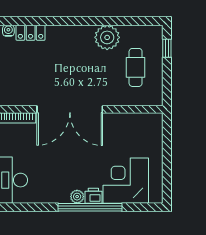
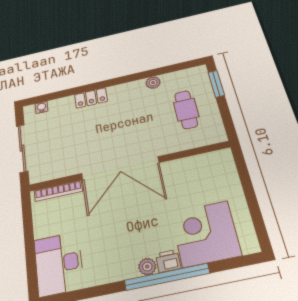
locker: (31, 33) -> (91, 98), moved
plant: (107, 37) -> (153, 83), width x0.53, depth x0.53
window: (167, 48) -> (216, 84), width x1.50

